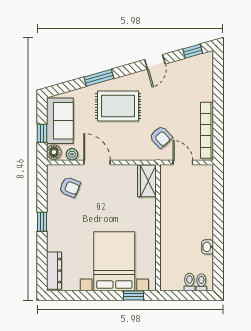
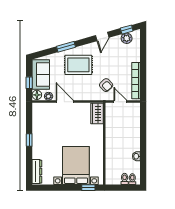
plant: (192, 65) -> (127, 38), added
armchair: (70, 187) -> (47, 118), removed

